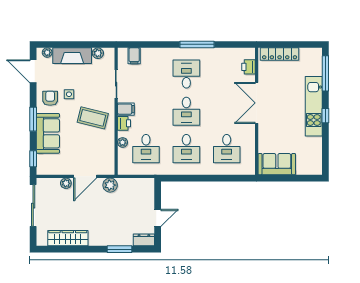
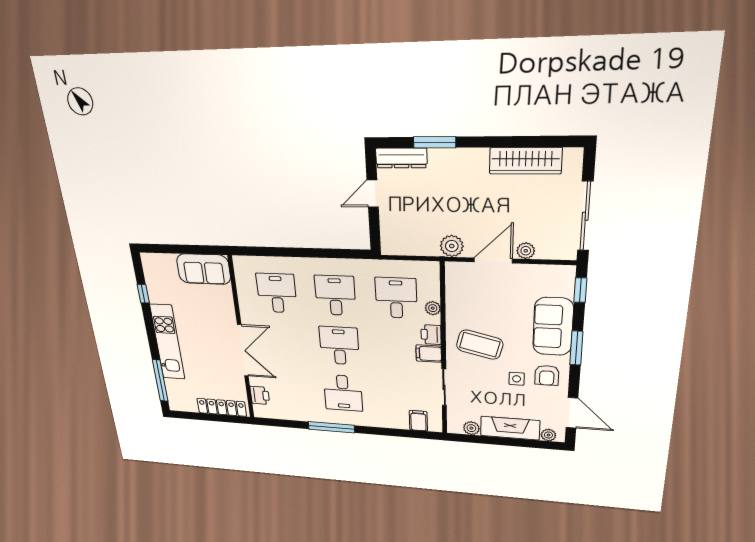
window: (325, 116) -> (143, 294), moved
dresser: (144, 240) -> (401, 158), width x1.44

